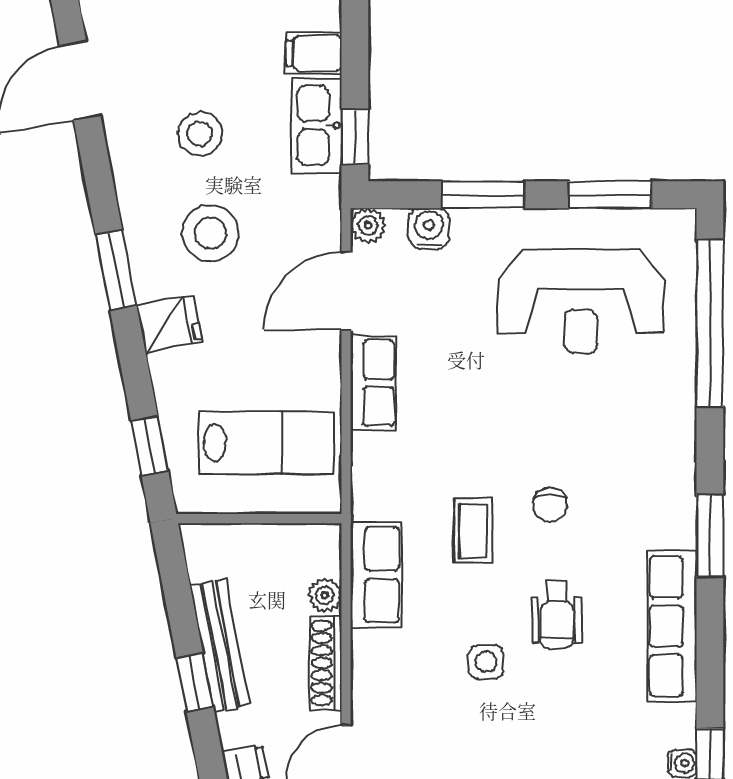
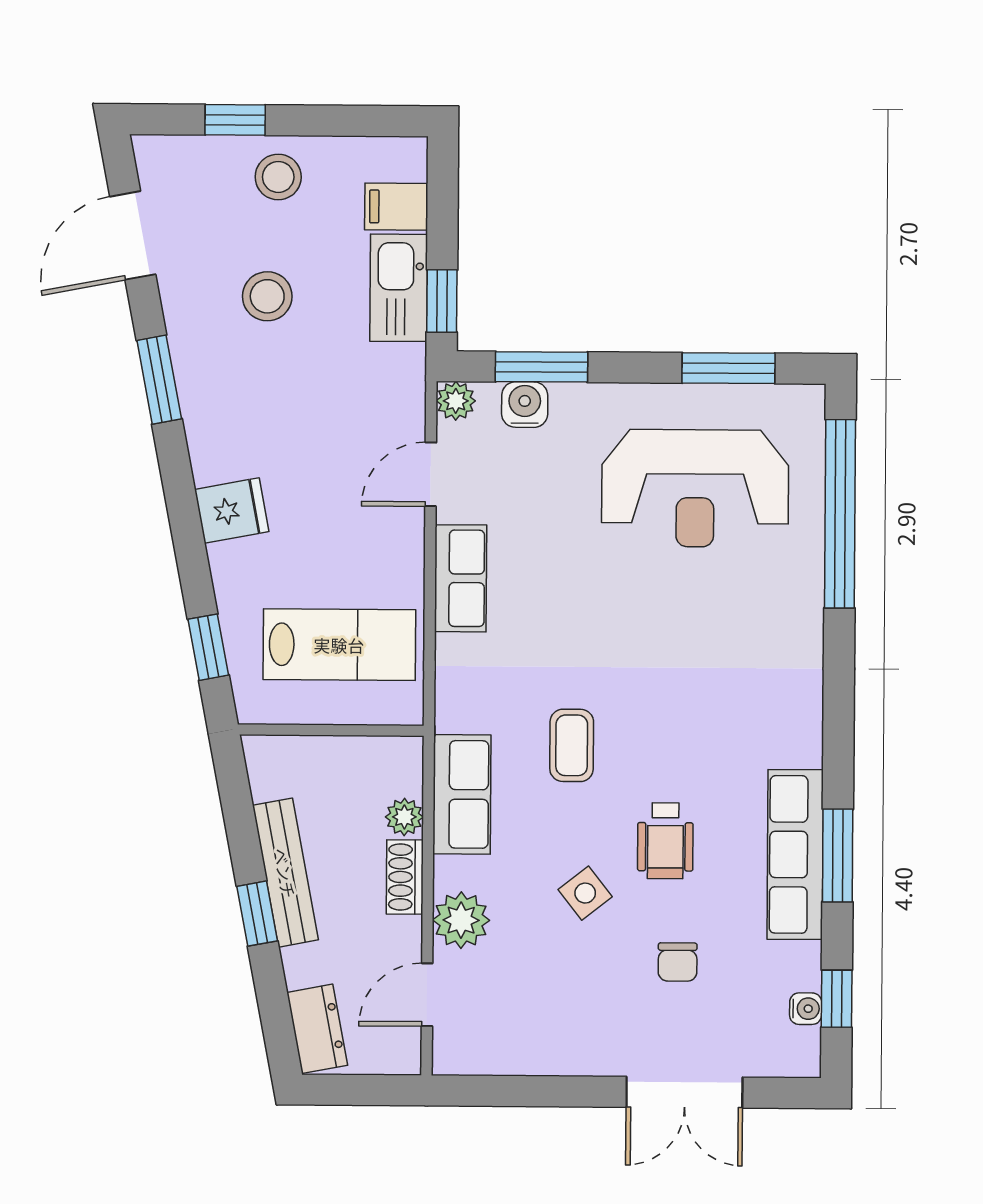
window: (483, 195) -> (542, 367), moved
stool: (210, 233) -> (278, 177), moved, width x0.73, depth x0.73
window: (116, 270) -> (159, 380), moved
door: (346, 291) -> (431, 474), width x0.73
chair: (550, 505) -> (678, 962), moved
window: (710, 535) -> (838, 856), moved
side table: (486, 662) -> (585, 893), turned -38
shoe rack: (326, 663) -> (405, 877), width x0.70
plant: (376, 687) -> (461, 920), added

